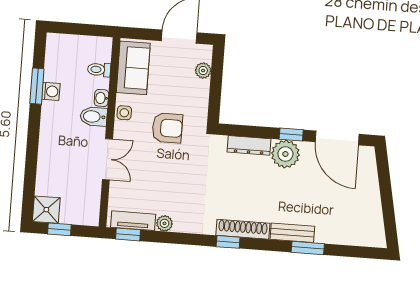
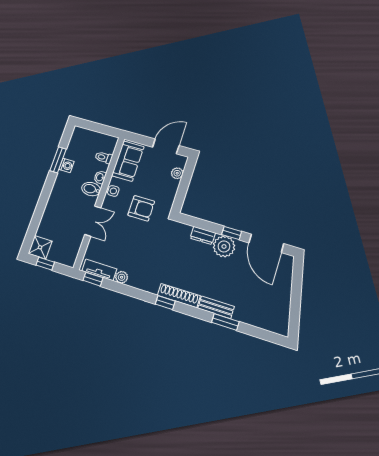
dresser: (249, 145) -> (203, 235), width x0.70

